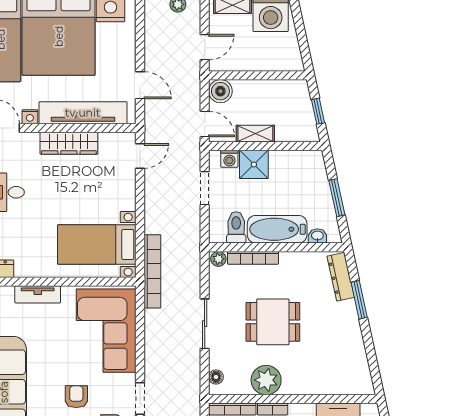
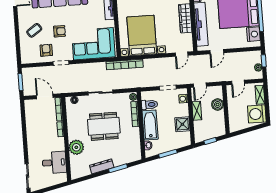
door: (205, 47) -> (238, 82), hinge flipped
boiler: (220, 91) -> (218, 105), moved
door: (140, 156) -> (182, 54), hinge flipped
shower: (254, 164) -> (182, 124), moved
bed with nightstands: (97, 245) -> (142, 35), width x1.36
dresser: (341, 277) -> (102, 166), moved
dining table: (273, 322) -> (104, 126), width x1.38
plant: (266, 380) -> (76, 147), moved

